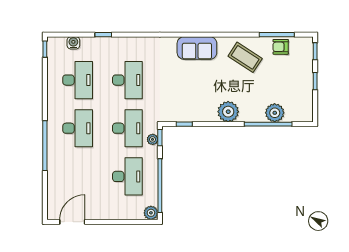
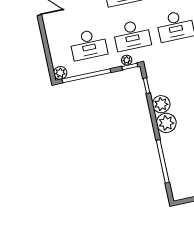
plant: (275, 113) -> (161, 104), moved

